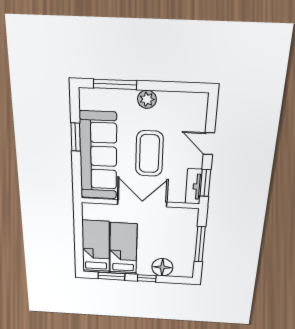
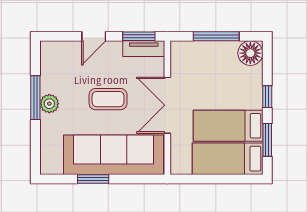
window: (115, 84) -> (35, 98), moved
coffee table: (149, 154) -> (108, 99), width x0.73, depth x0.76
floor lamp: (162, 267) -> (250, 53), moved

